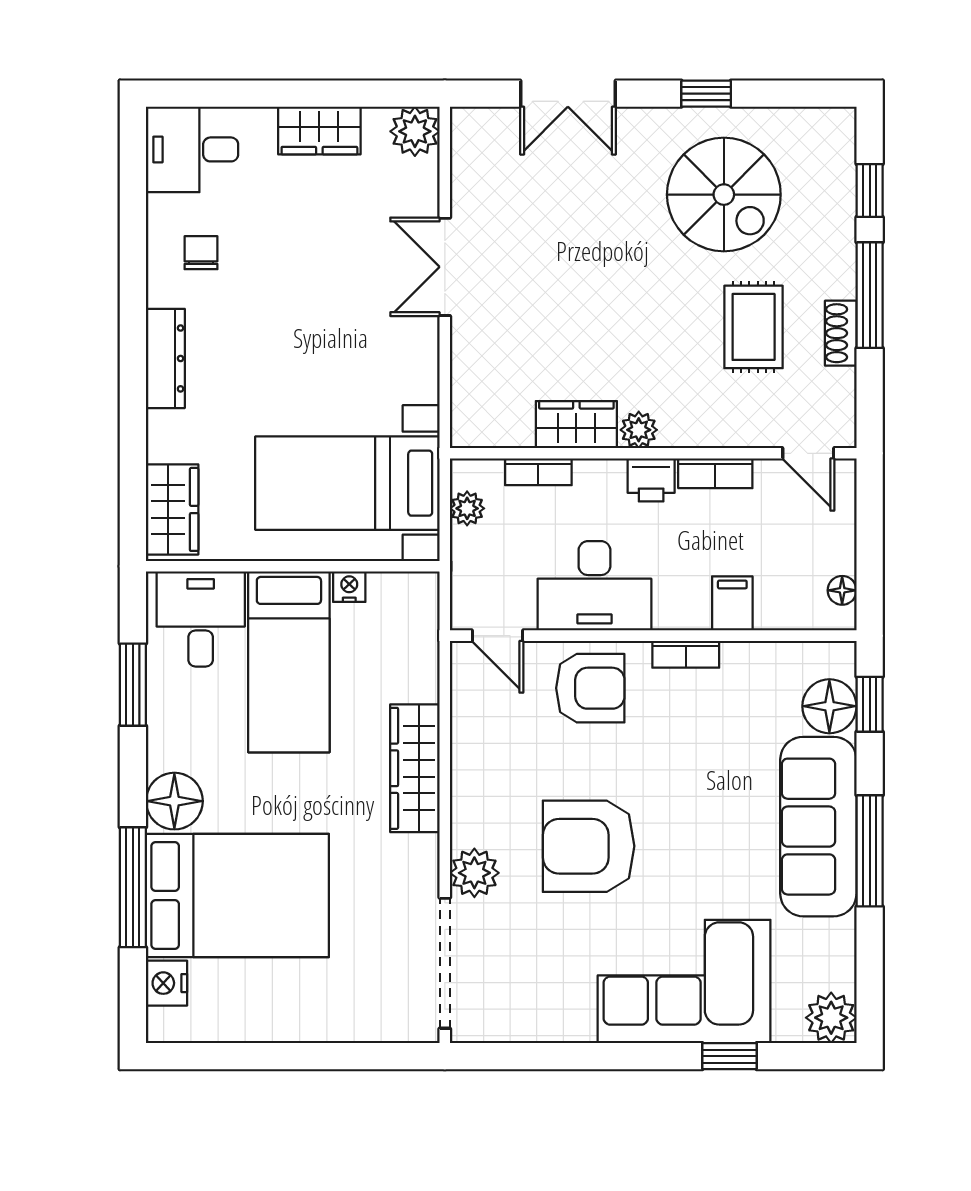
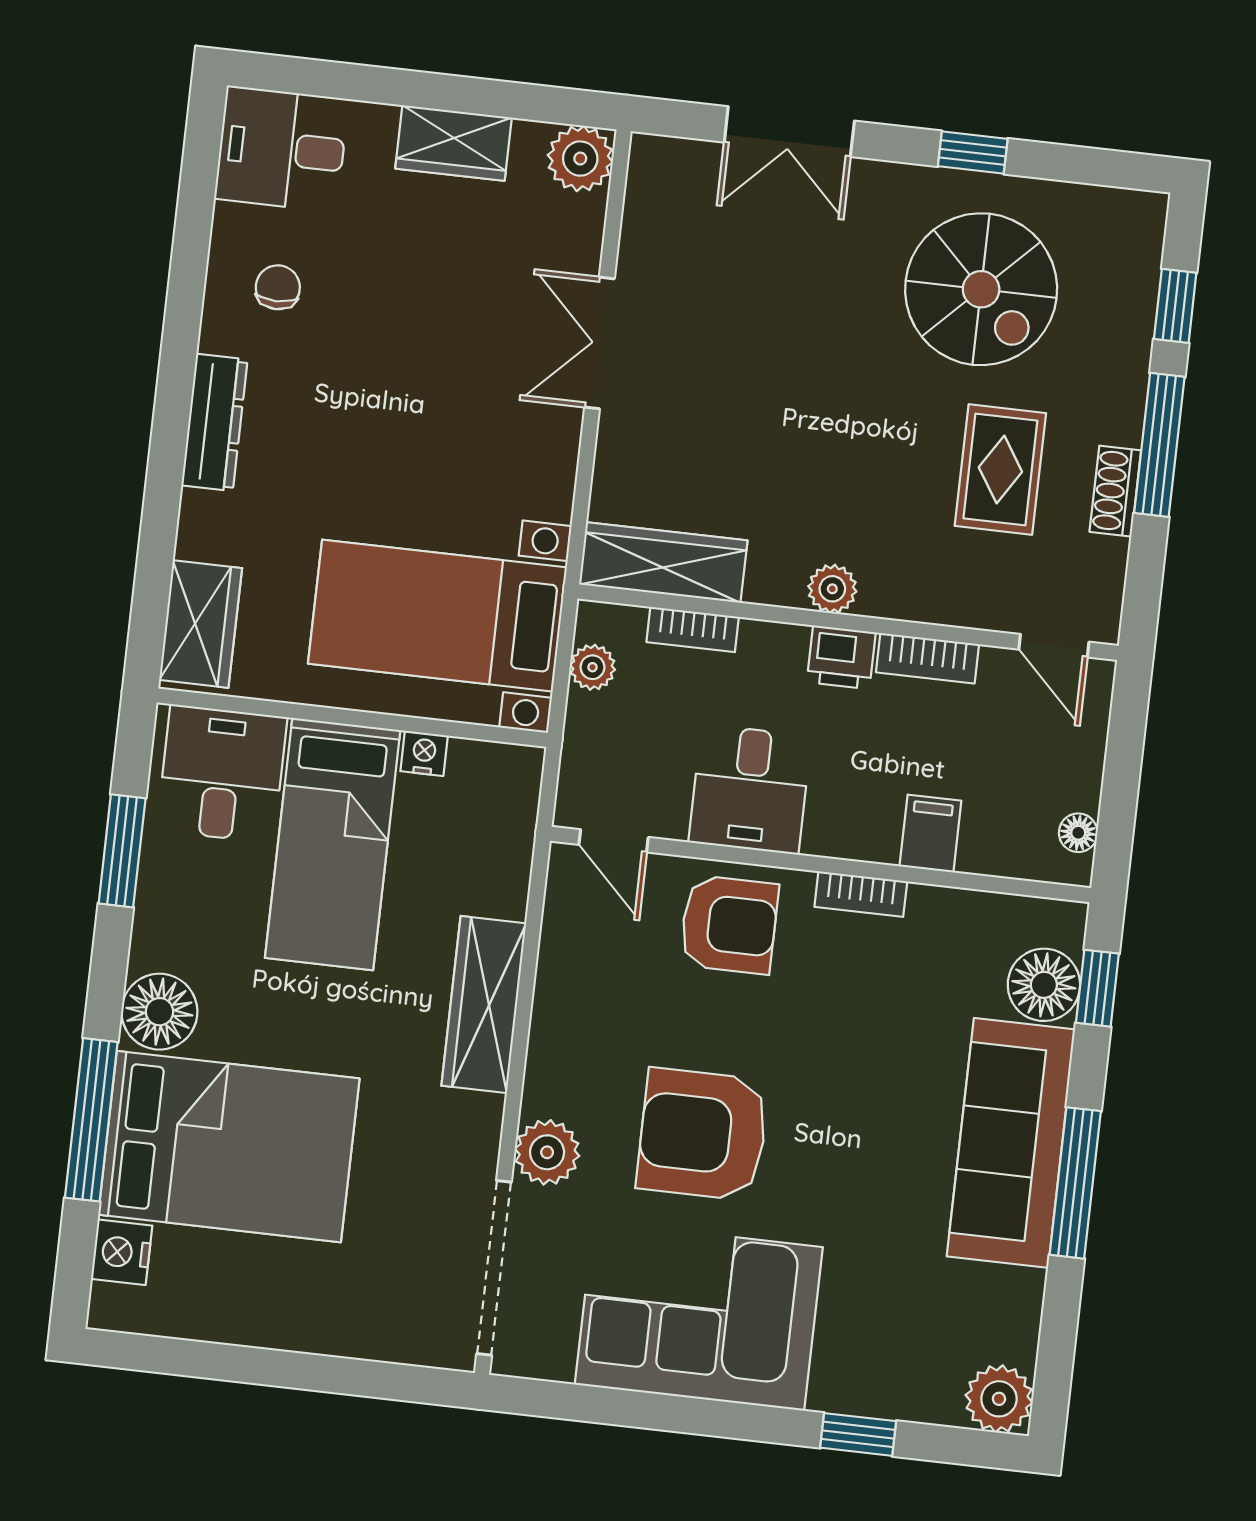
wardrobe: (576, 425) -> (663, 562), moved, width x1.50
desk: (594, 586) -> (750, 789), width x0.73
corner sofa: (684, 981) -> (699, 1316), moved

